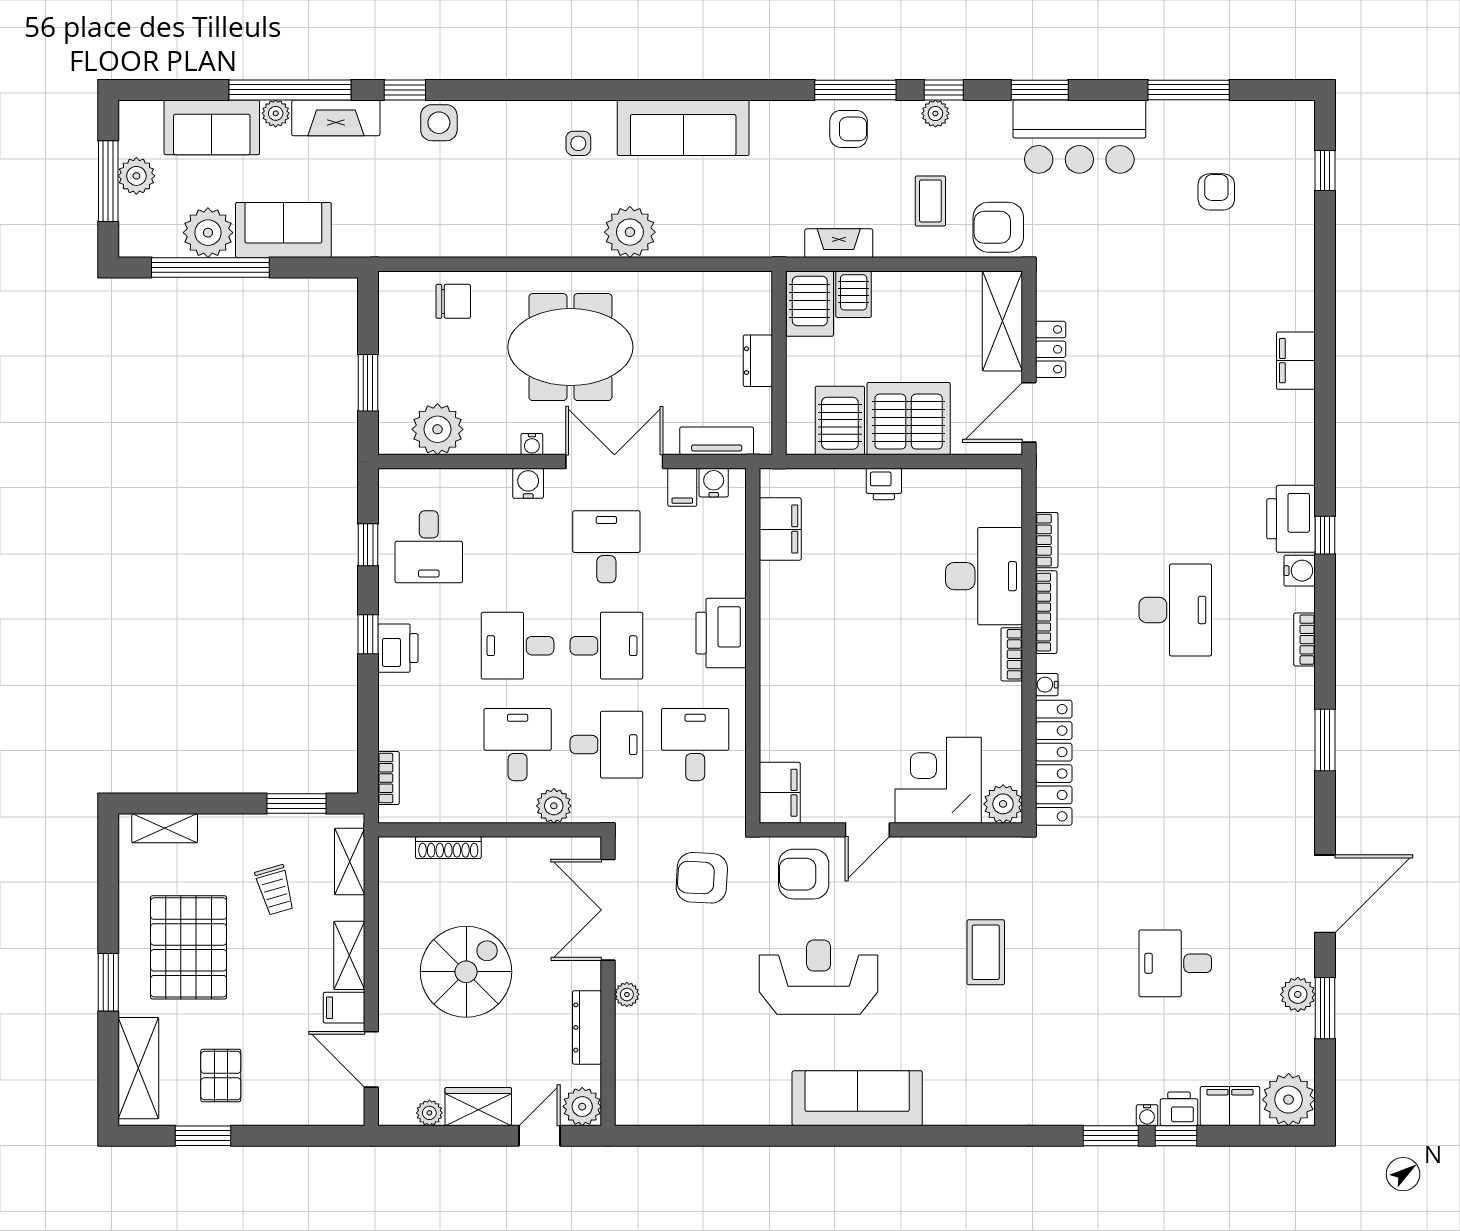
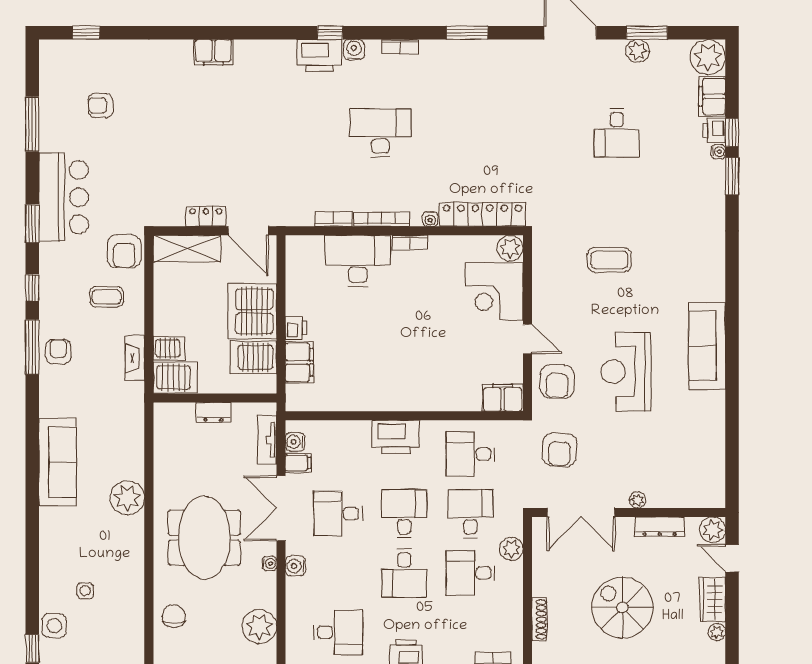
plant: (935, 113) -> (48, 293), removed
side table: (578, 143) -> (85, 591), moved
filing cabinet: (780, 529) -> (299, 362), moved, turned 90

